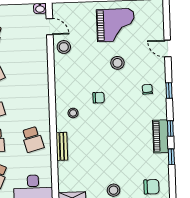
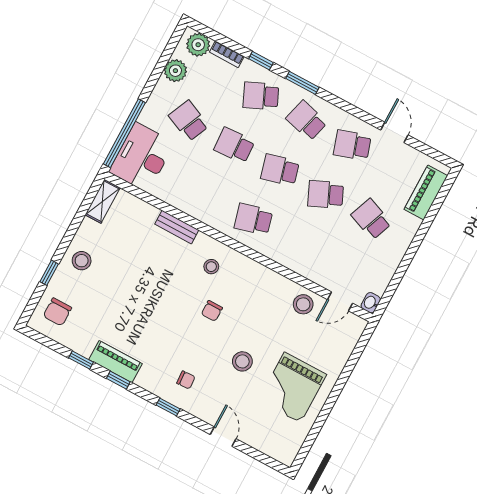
door: (168, 49) -> (223, 437), hinge flipped
school desk: (33, 139) -> (253, 219), moved

